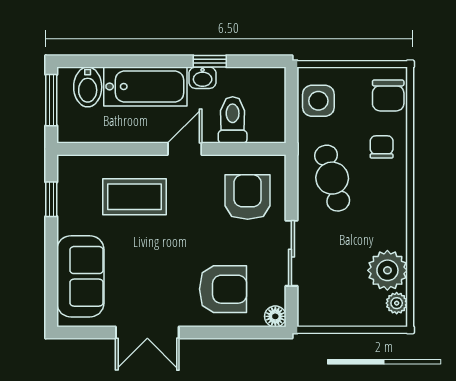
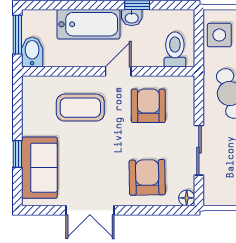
bidet: (88, 87) -> (32, 52), moved, turned 180
toilet: (233, 120) -> (175, 49), moved
armchair: (248, 197) -> (148, 106), moved
window: (51, 199) -> (17, 154), moved
armchair: (223, 289) -> (147, 177), turned -91

